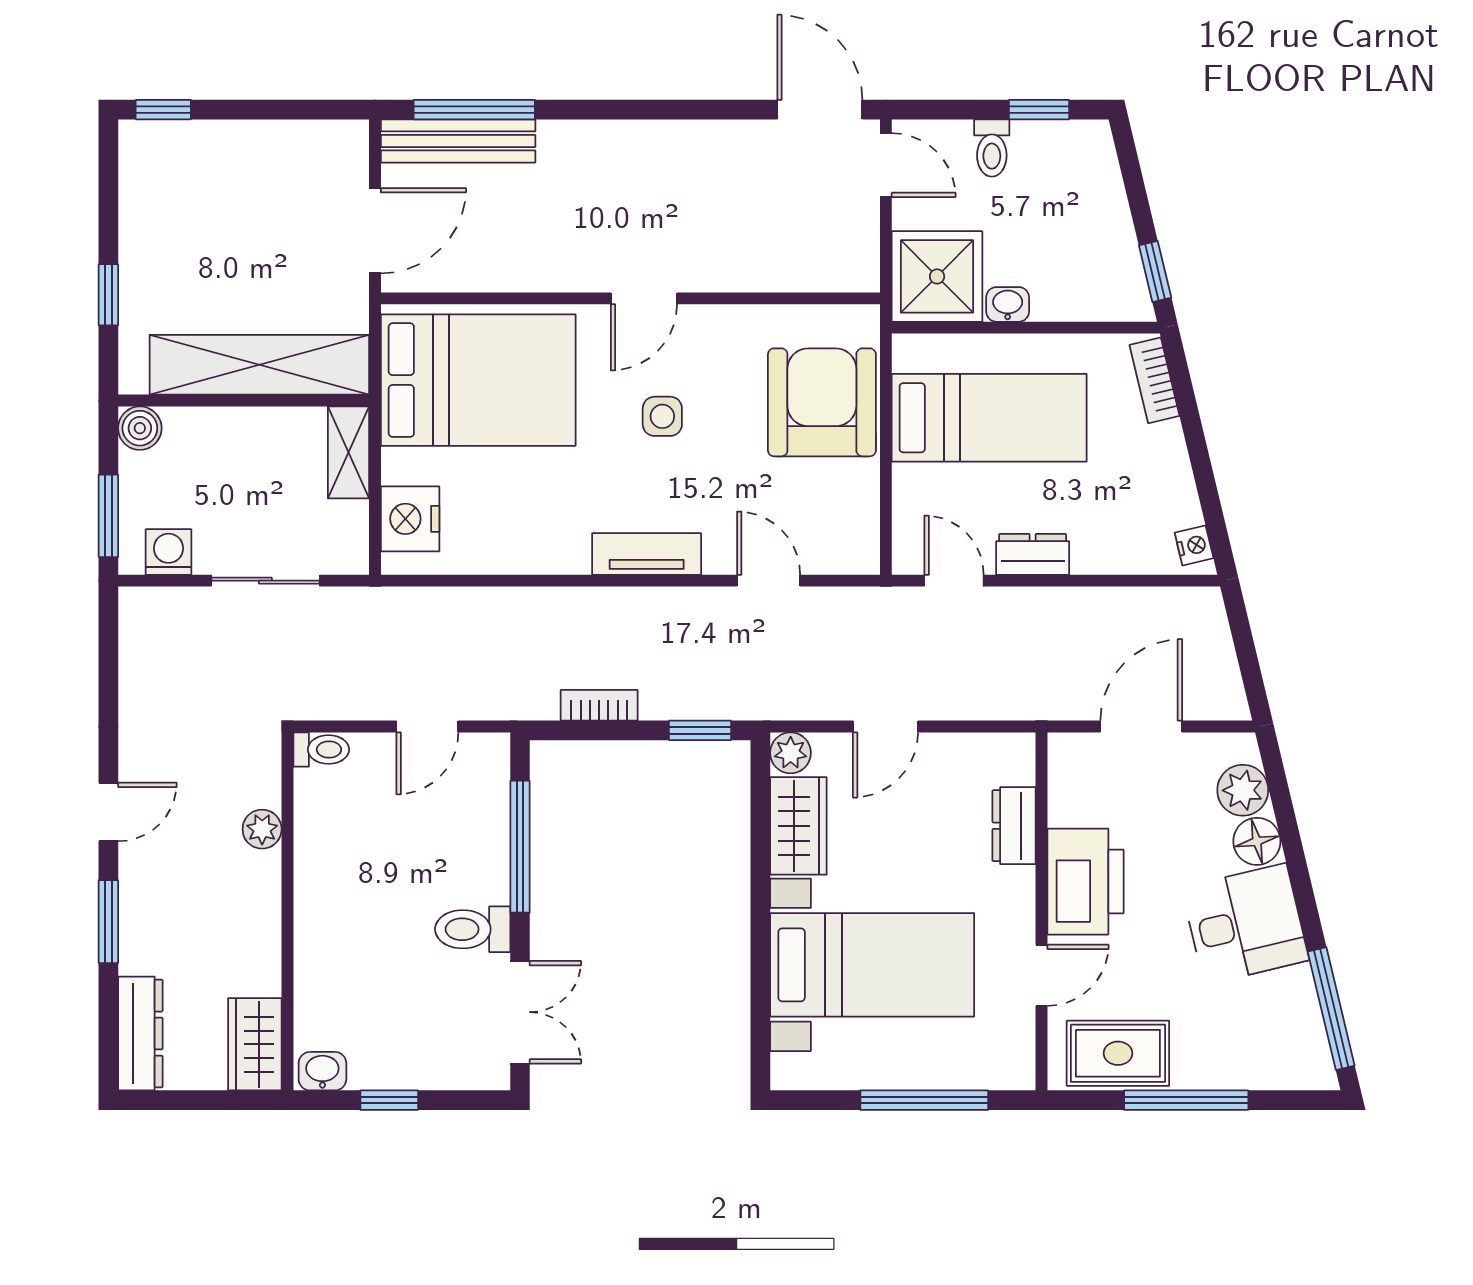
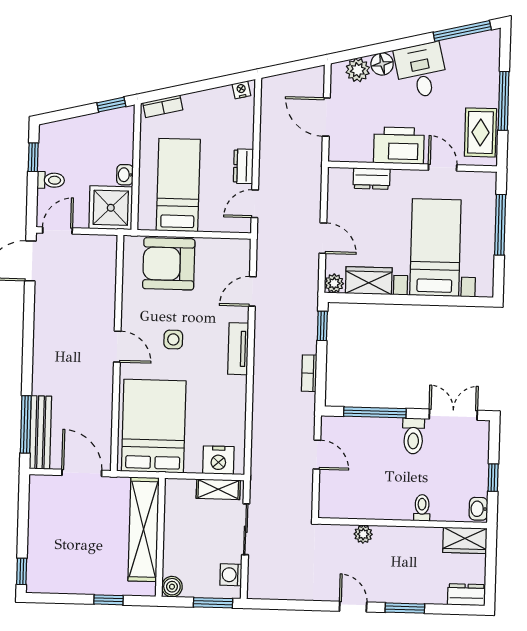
shelving: (348, 452) -> (218, 489), moved
toilet: (321, 750) -> (422, 508), moved
dresser: (140, 1034) -> (466, 595), width x0.70

